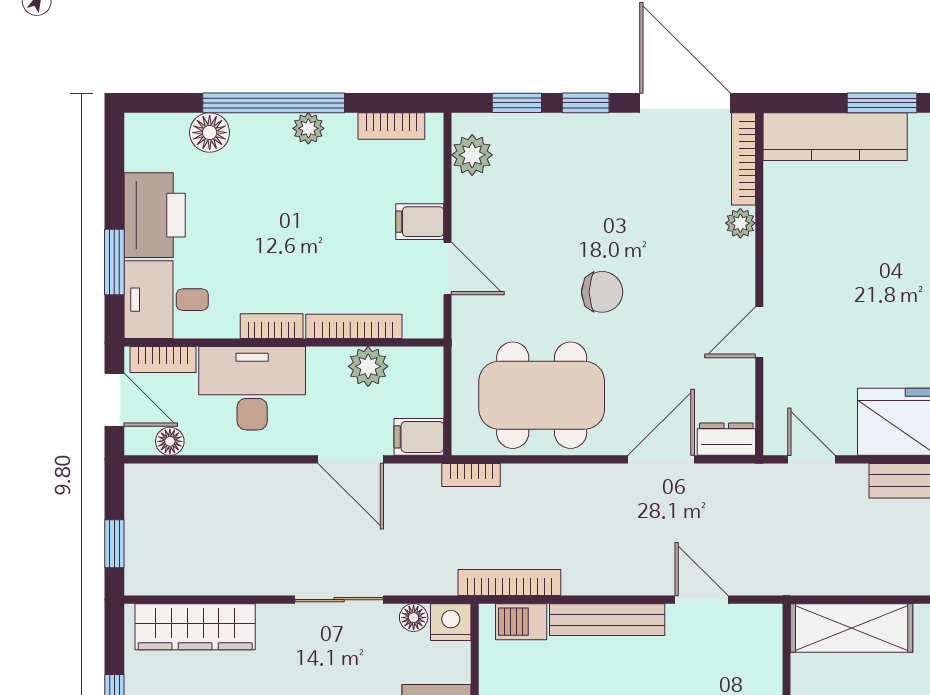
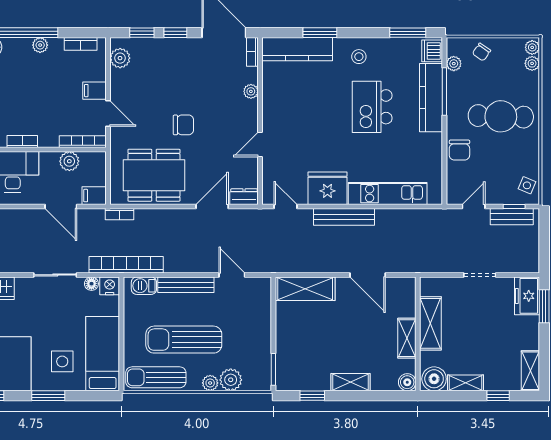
bookcase: (743, 159) -> (252, 52), width x0.64
bookcase: (354, 326) -> (83, 142), moved
bookcase: (509, 583) -> (126, 265), width x1.48, depth x1.31

